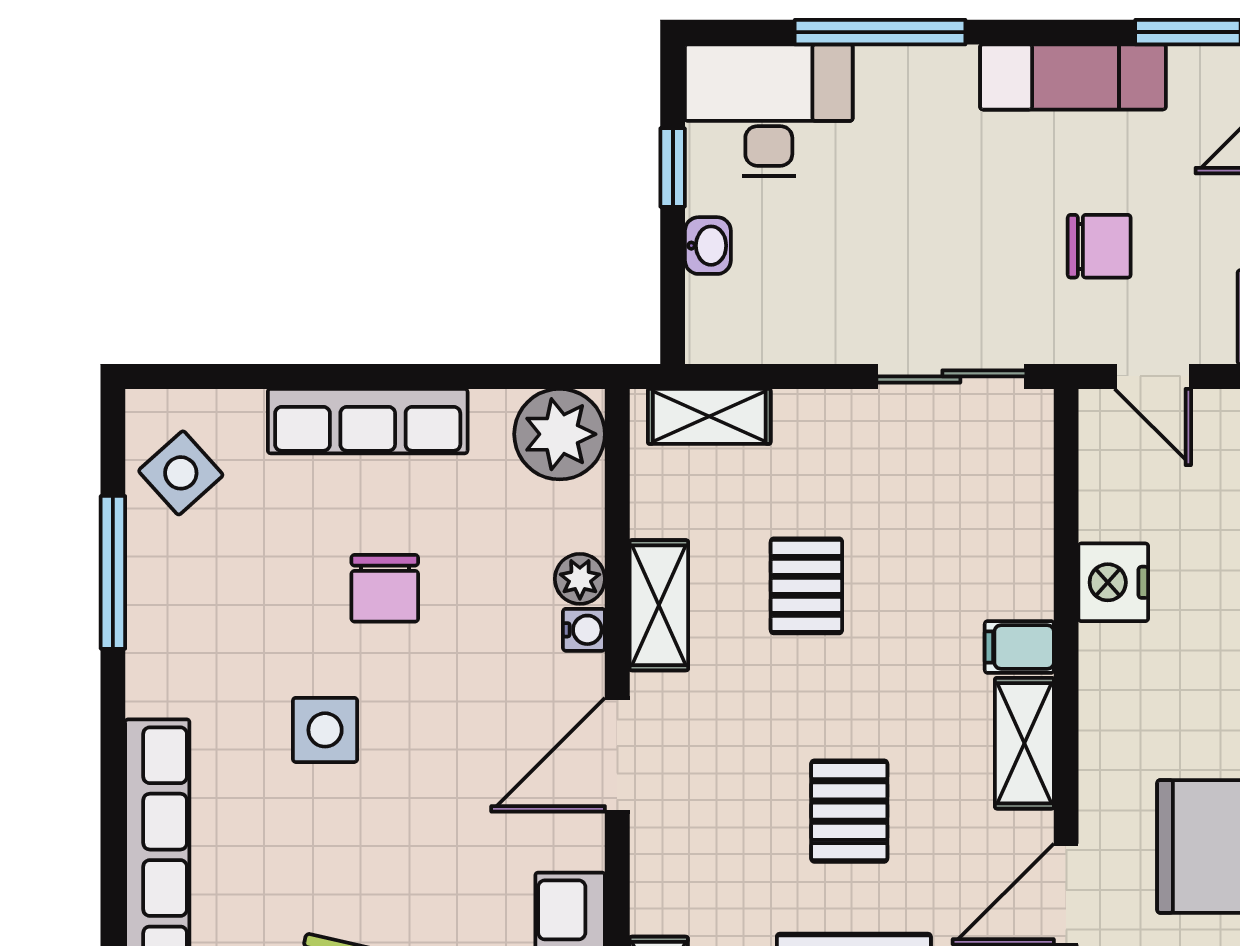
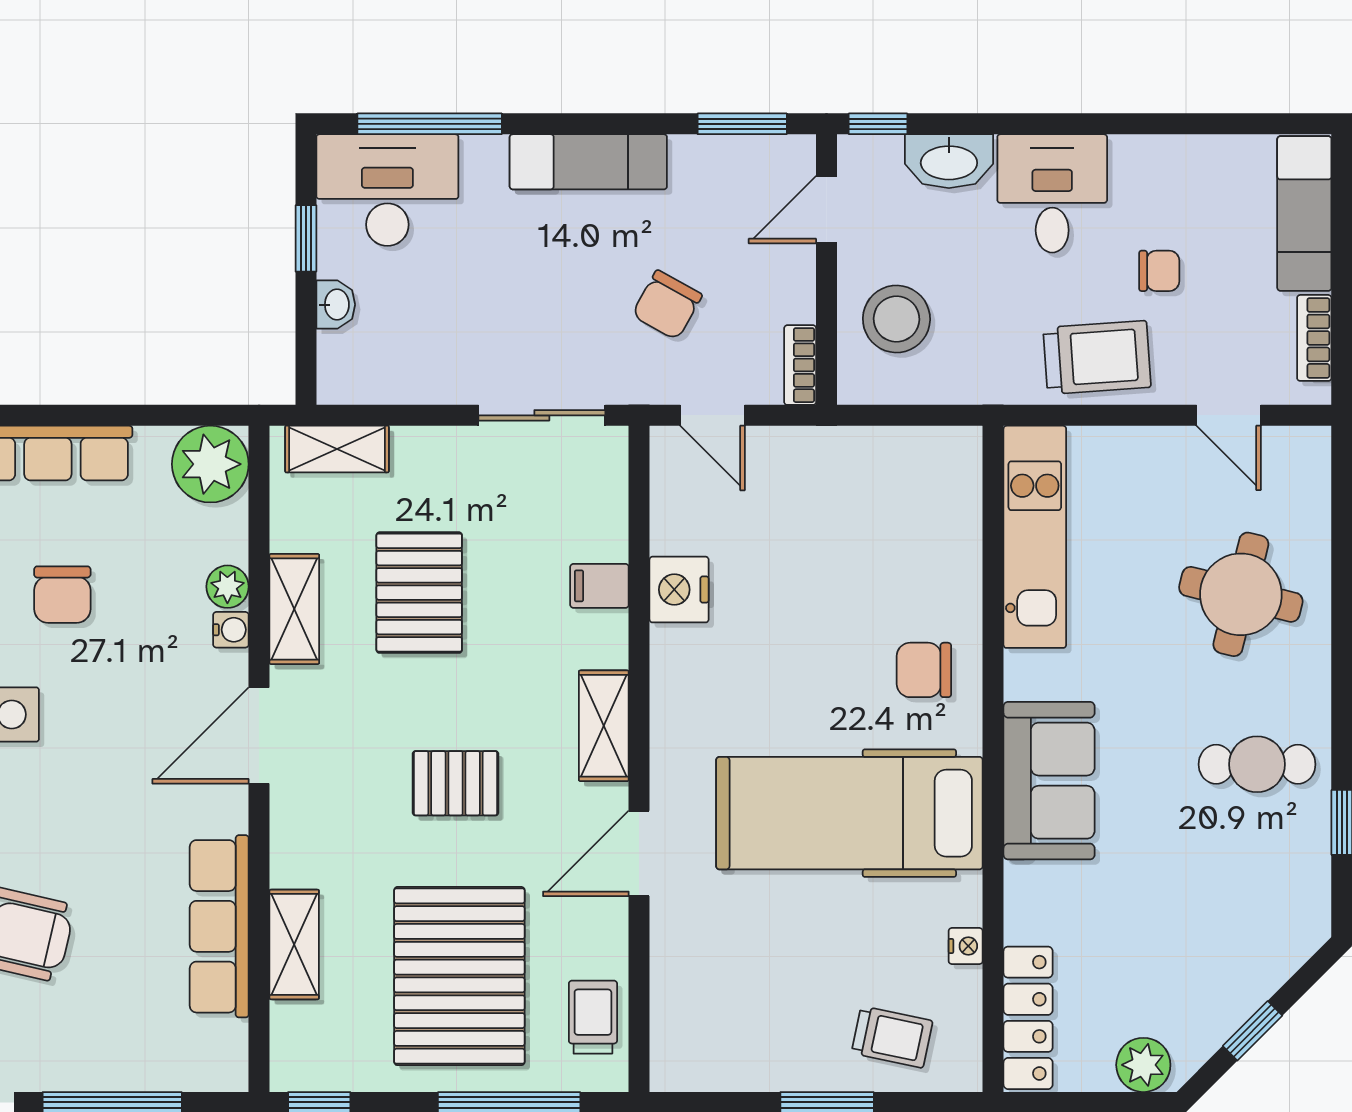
window: (880, 32) -> (430, 124), moved
exam couch: (1073, 77) -> (588, 162), moved
chair: (1099, 246) -> (667, 305), turned 119
pallet: (806, 586) -> (419, 593), width x1.50, depth x1.42
filing cabinet: (1019, 647) -> (599, 586), moved
pallet: (849, 811) -> (455, 783), turned 90

